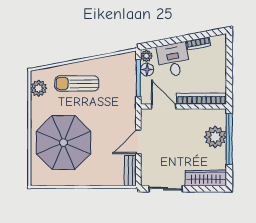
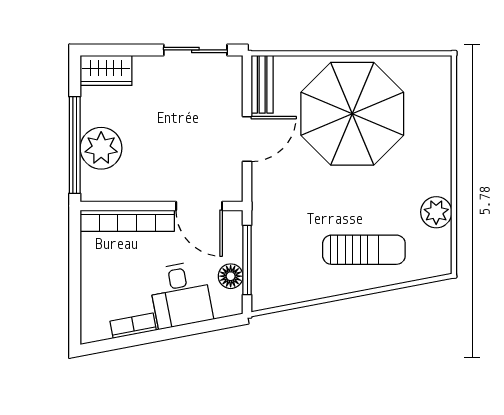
plant: (146, 56) -> (232, 302), removed
plant: (39, 88) -> (436, 212), moved
parasol: (63, 143) -> (352, 114), moved
wardrobe: (206, 178) -> (106, 70), width x0.67

